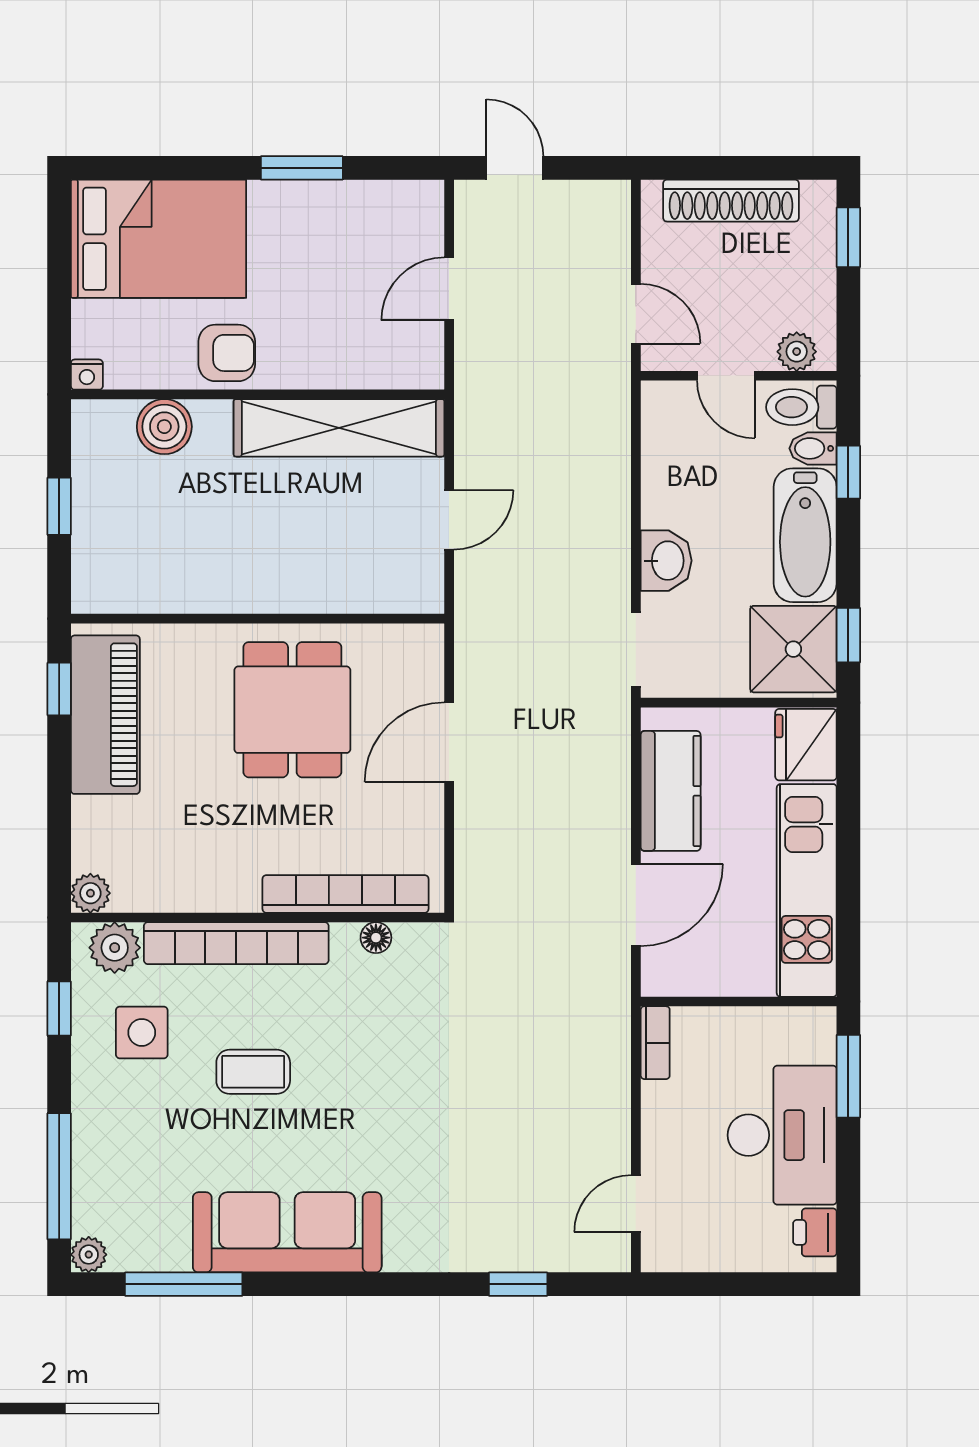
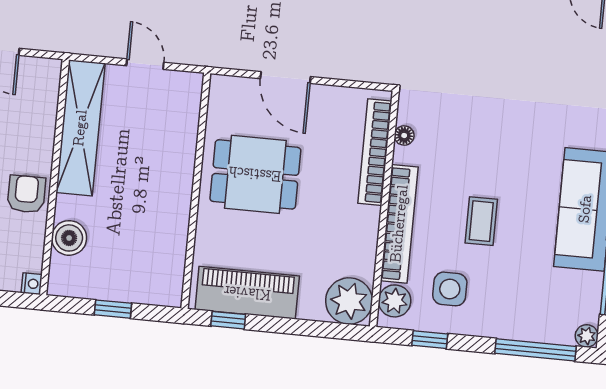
plant: (90, 893) -> (349, 301), width x1.87, depth x1.87

